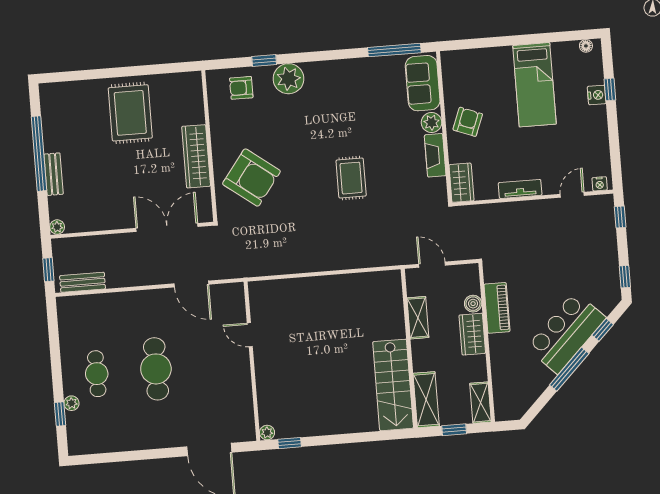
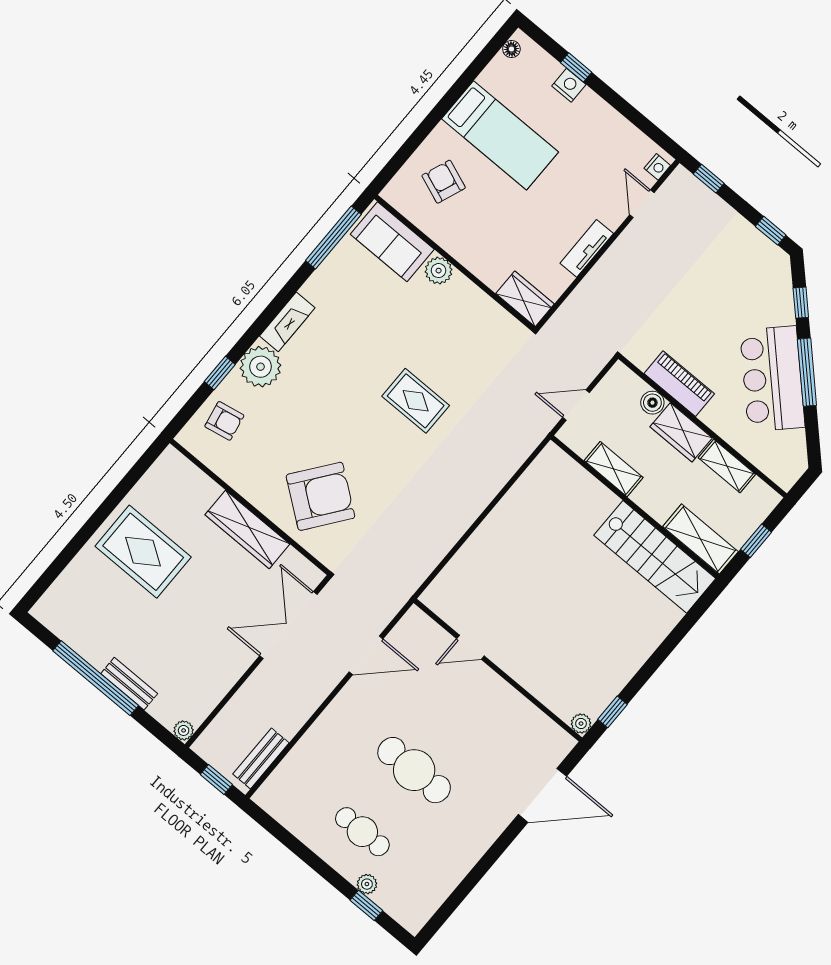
armchair: (241, 88) -> (224, 421), turned -101
armchair: (468, 122) -> (444, 182), moved
fireplace: (435, 155) -> (287, 322), moved, turned -90
bar counter: (566, 333) -> (772, 379), moved
shelving: (480, 403) -> (727, 466), moved

